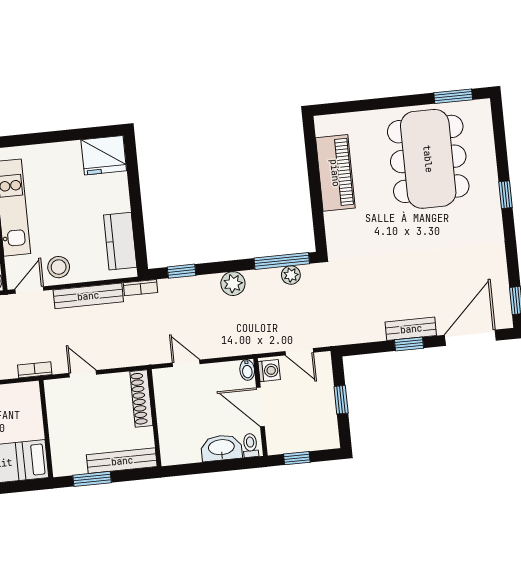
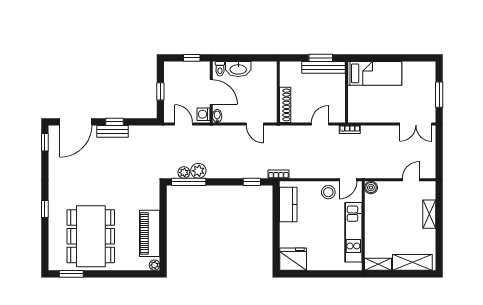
plant: (322, 123) -> (155, 265), added
plant: (233, 284) -> (198, 171), moved
bench: (88, 296) -> (312, 172), removed
door: (83, 374) -> (320, 124), swing flipped
bench: (122, 461) -> (323, 67), moved

